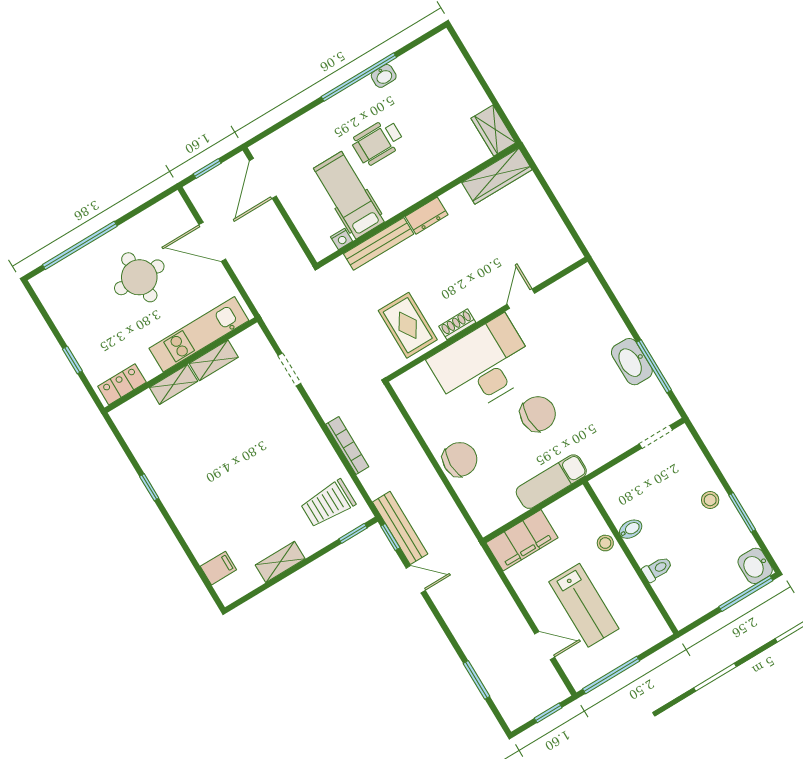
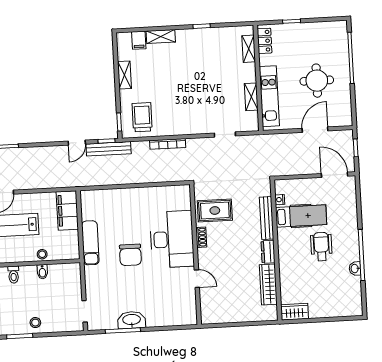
wardrobe: (497, 176) -> (268, 285), moved
shelving: (174, 384) -> (249, 49), moved
chair: (460, 459) -> (128, 200), removed
shelving: (196, 539) -> (161, 37), added

